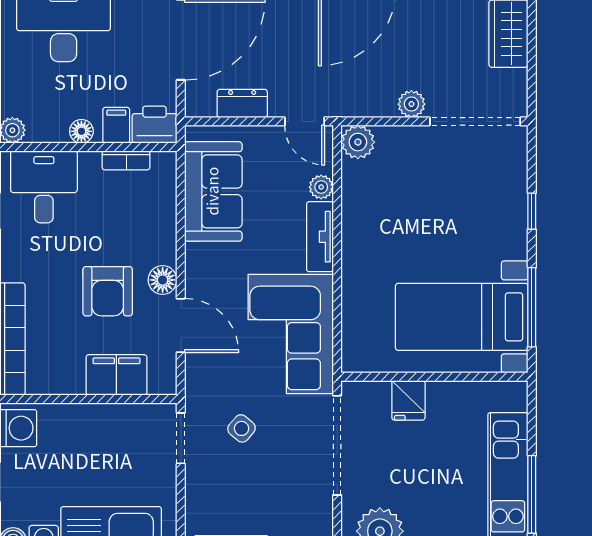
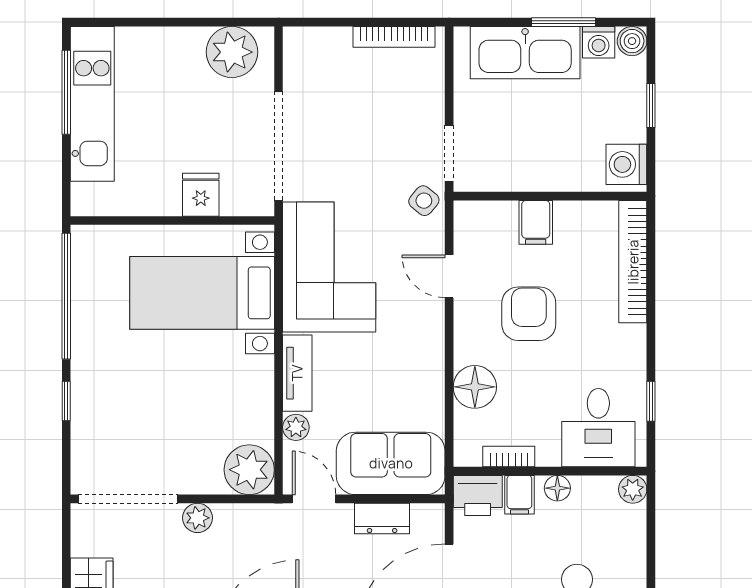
plant: (358, 142) -> (249, 470), width x1.36, depth x1.36
sofa: (213, 191) -> (391, 463), moved, turned 90
floor lamp: (163, 280) -> (475, 387), moved, width x1.38, depth x1.38
window: (532, 307) -> (66, 296), width x1.46
bed with nightstands: (462, 317) -> (202, 293), moved, turned 180
door: (181, 326) -> (449, 276), width x0.73
filing cabinet: (116, 375) -> (536, 222), width x0.50
side table: (242, 428) -> (424, 201), moved

